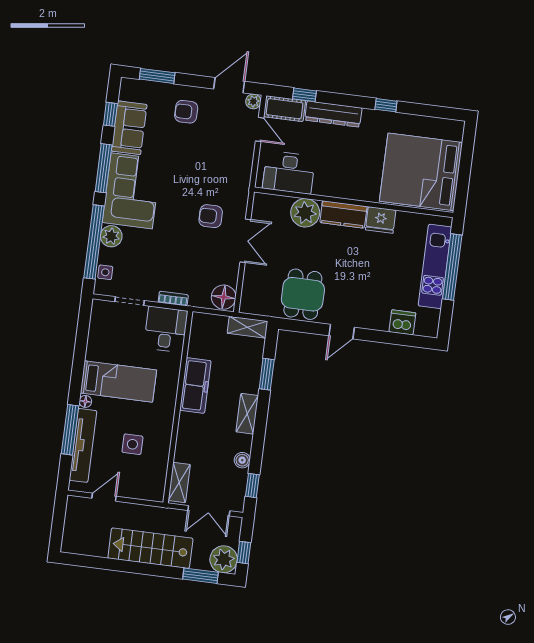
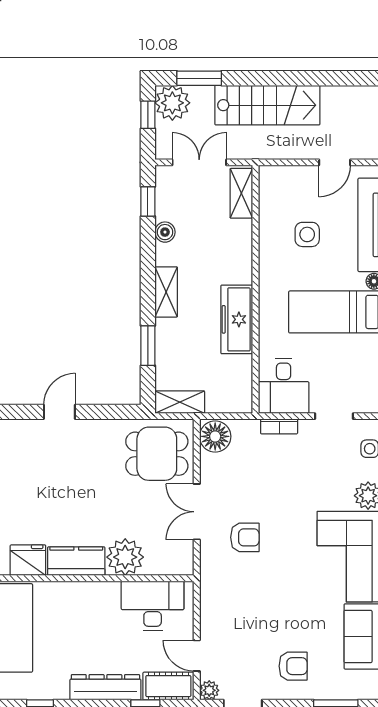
dining table: (303, 294) -> (157, 454), moved, turned 90

